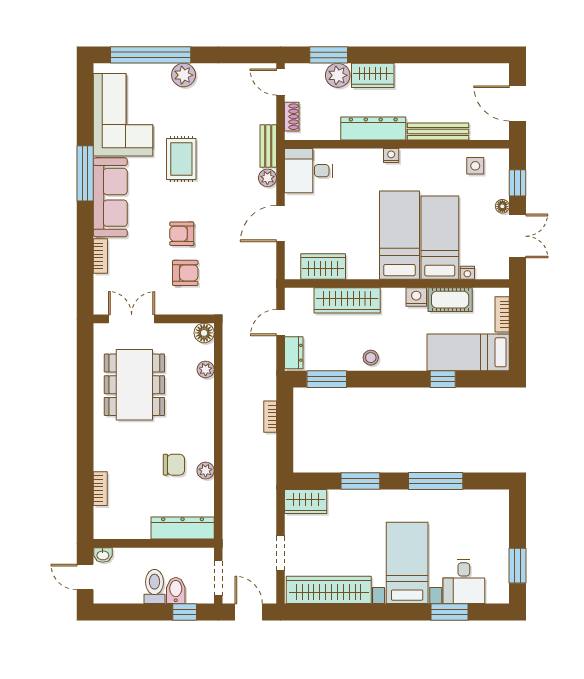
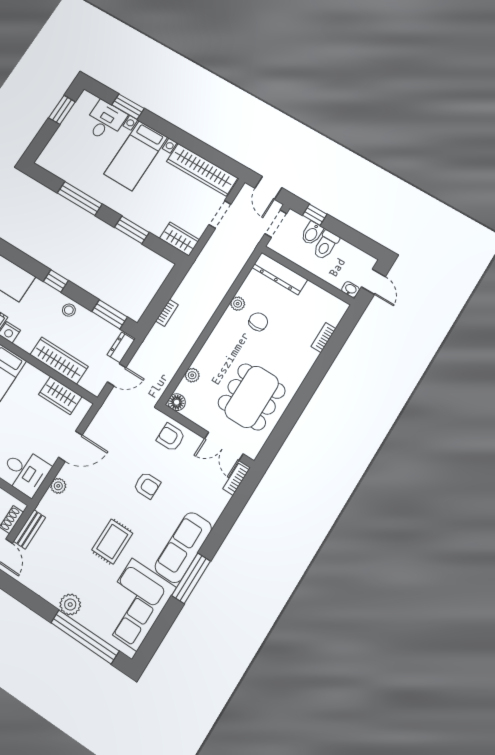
bench: (268, 146) -> (30, 529), moved
bookcase: (100, 256) -> (236, 479), moved
armchair: (185, 273) -> (171, 437), moved
window: (443, 379) -> (56, 281), moved
chair: (174, 465) -> (258, 322), turned 90

